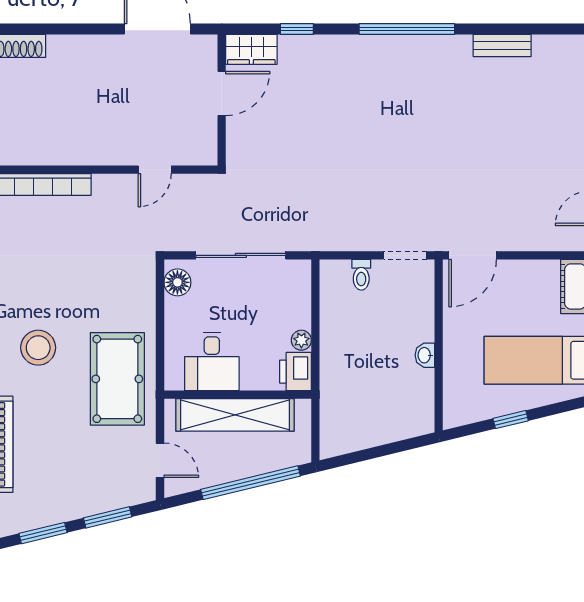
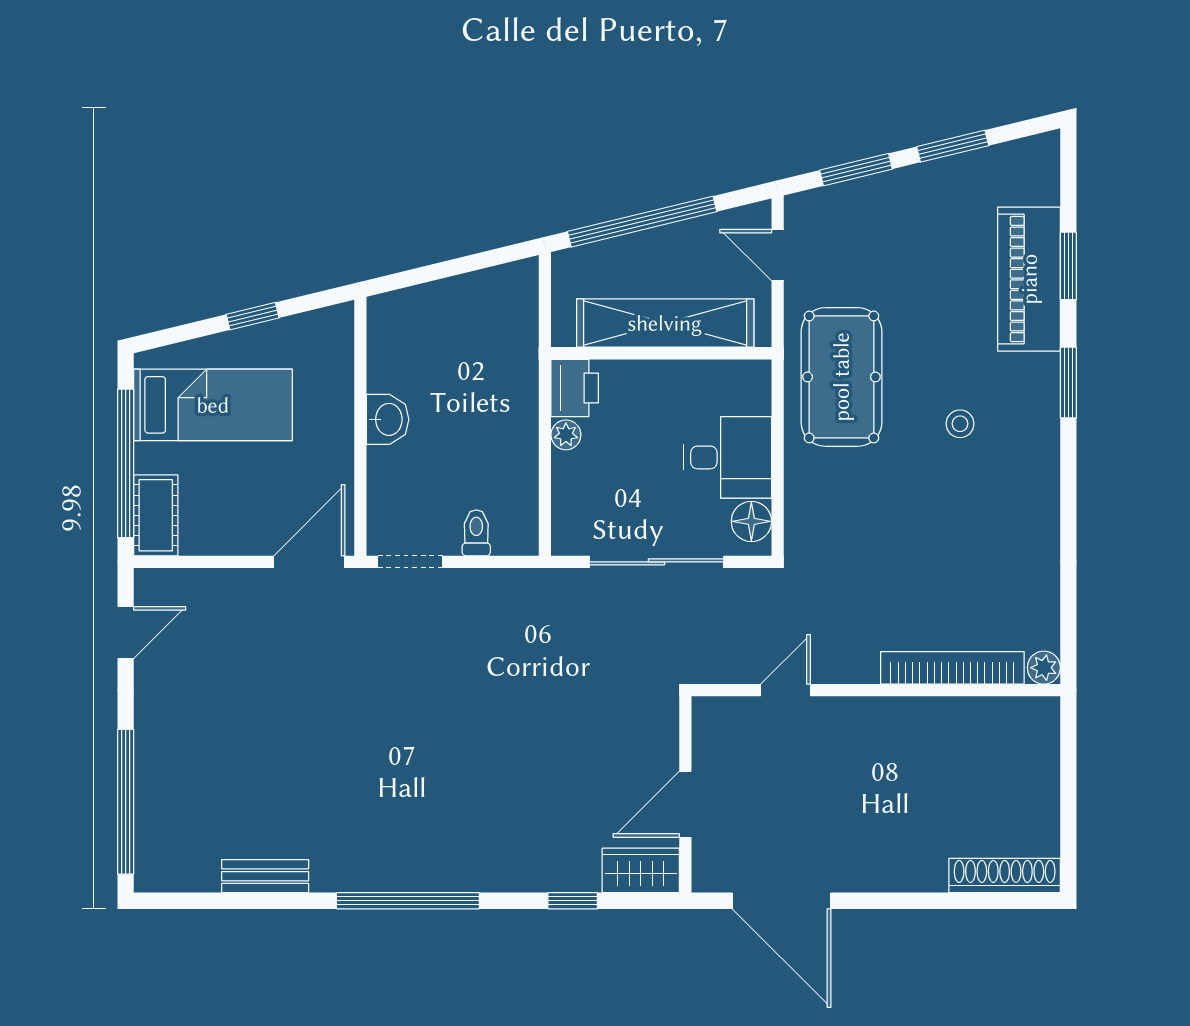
stool: (38, 348) -> (960, 424), width x0.53, depth x0.53
washbasin: (425, 355) -> (388, 419), width x1.38, depth x1.45
desk: (212, 361) -> (728, 457), moved, turned 90

